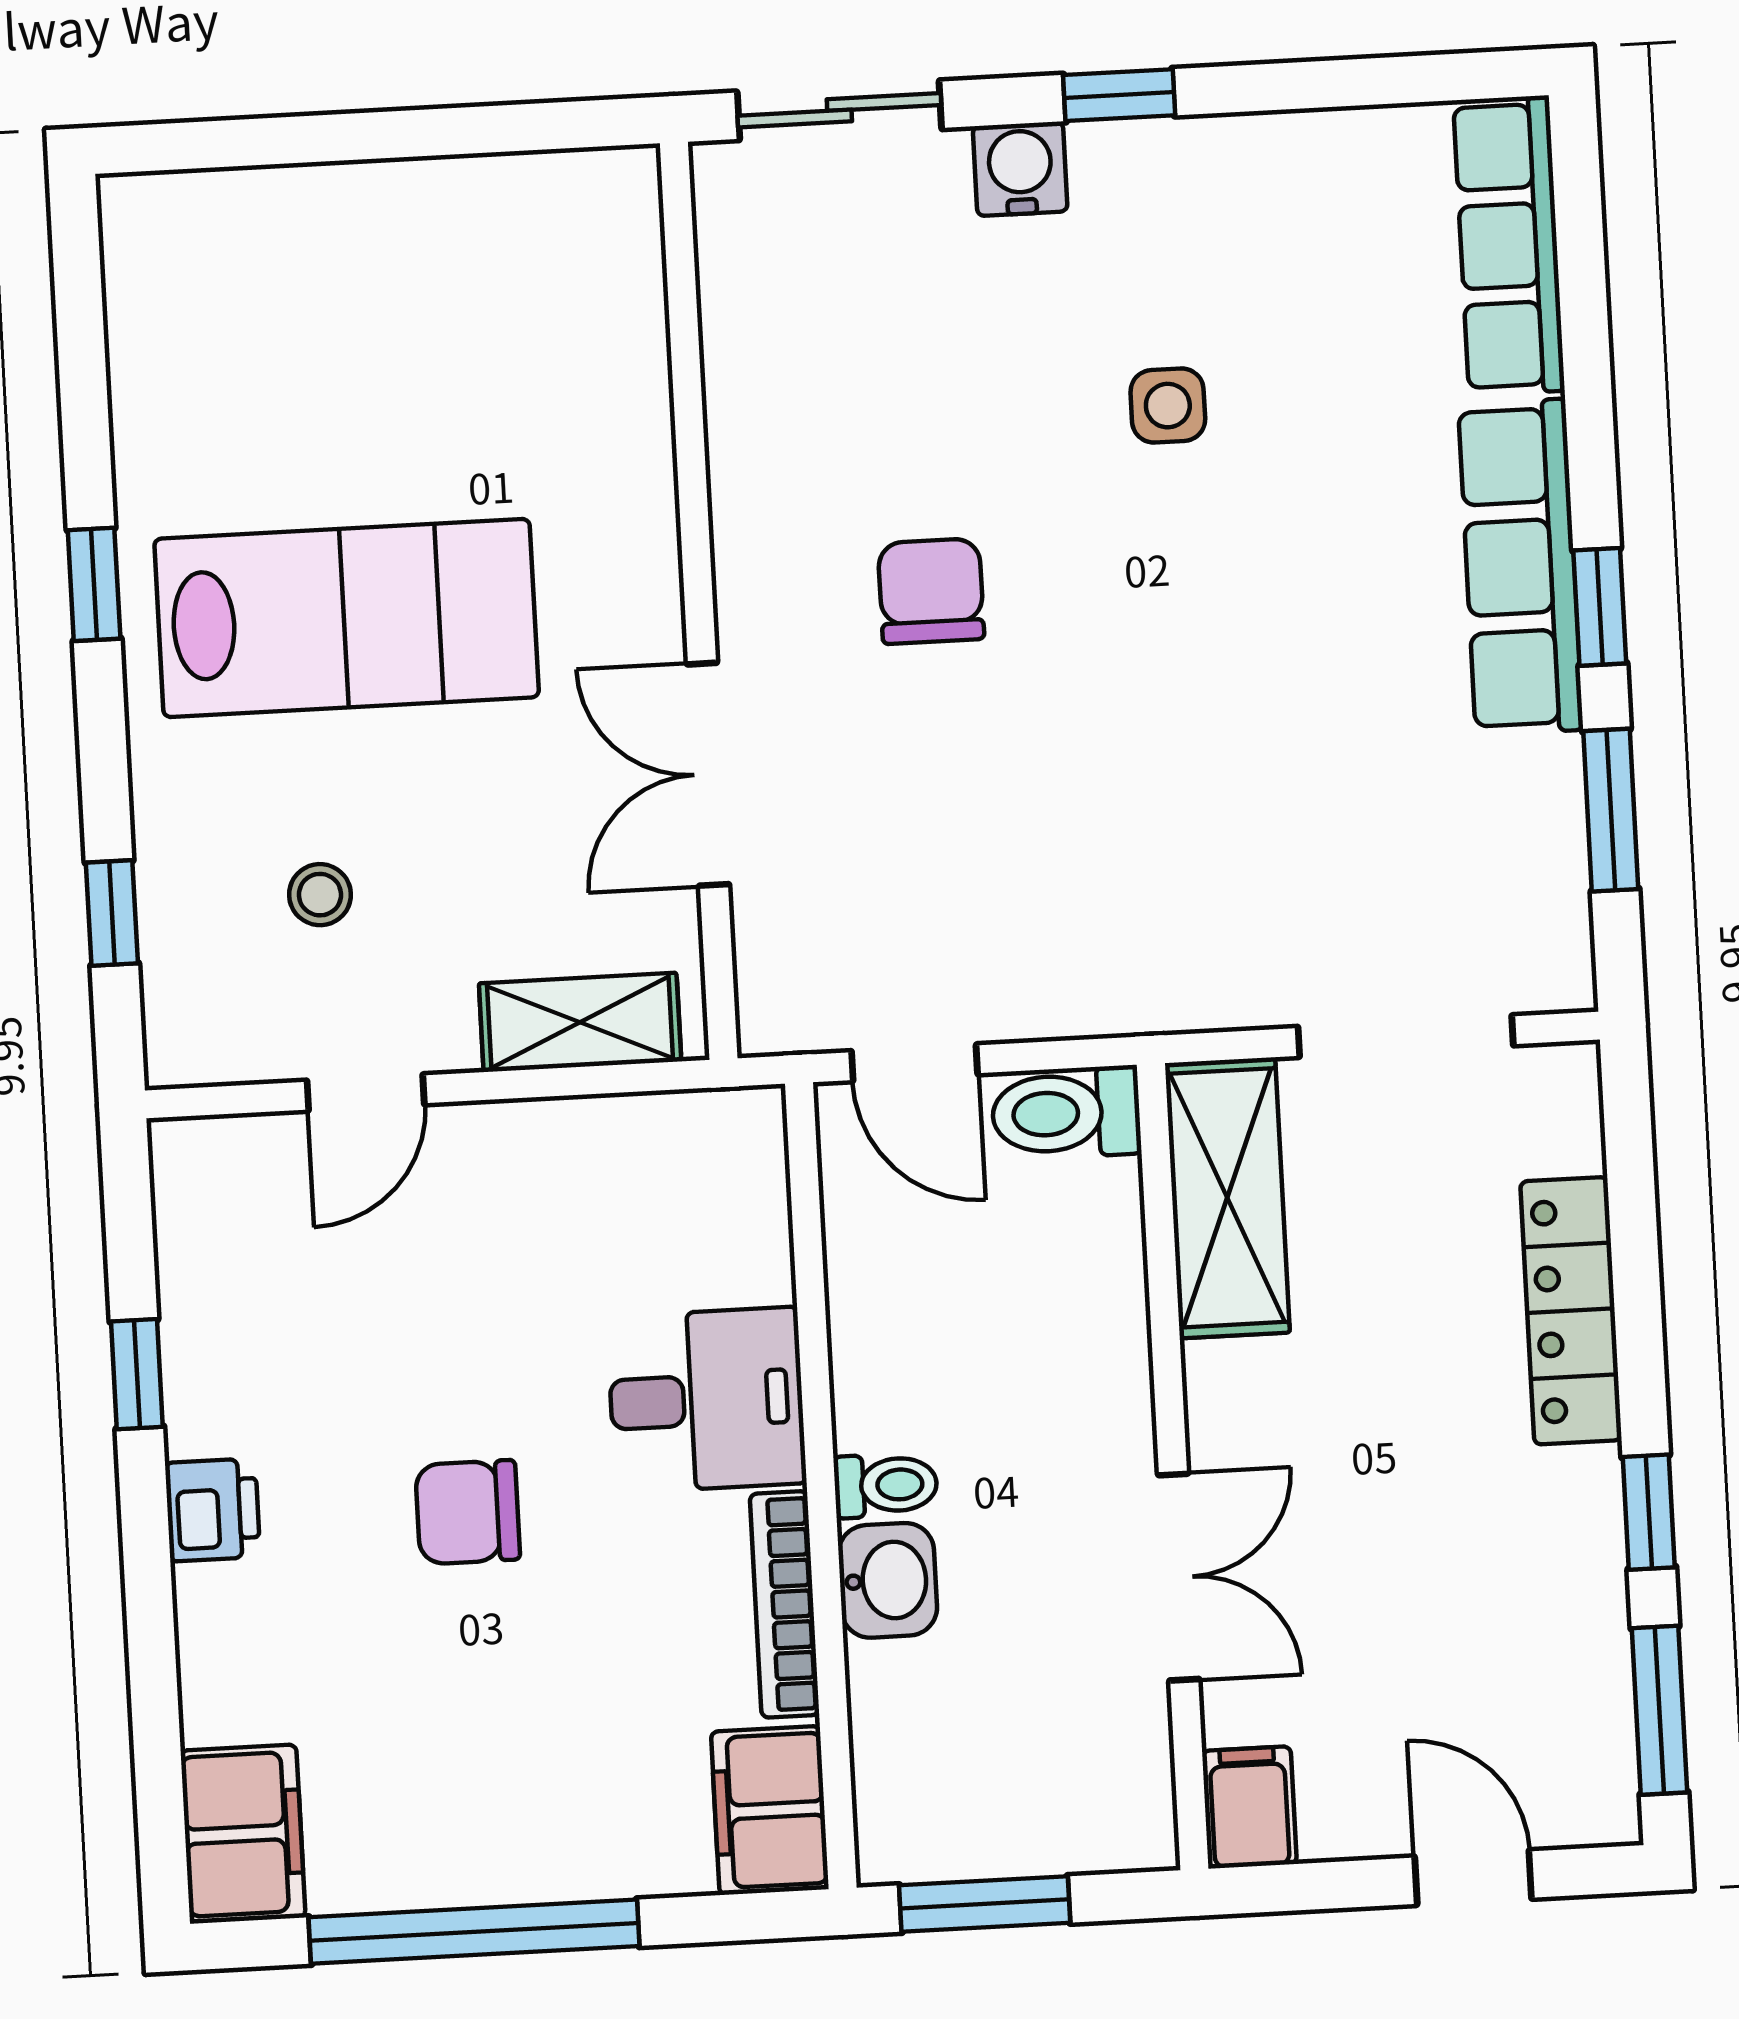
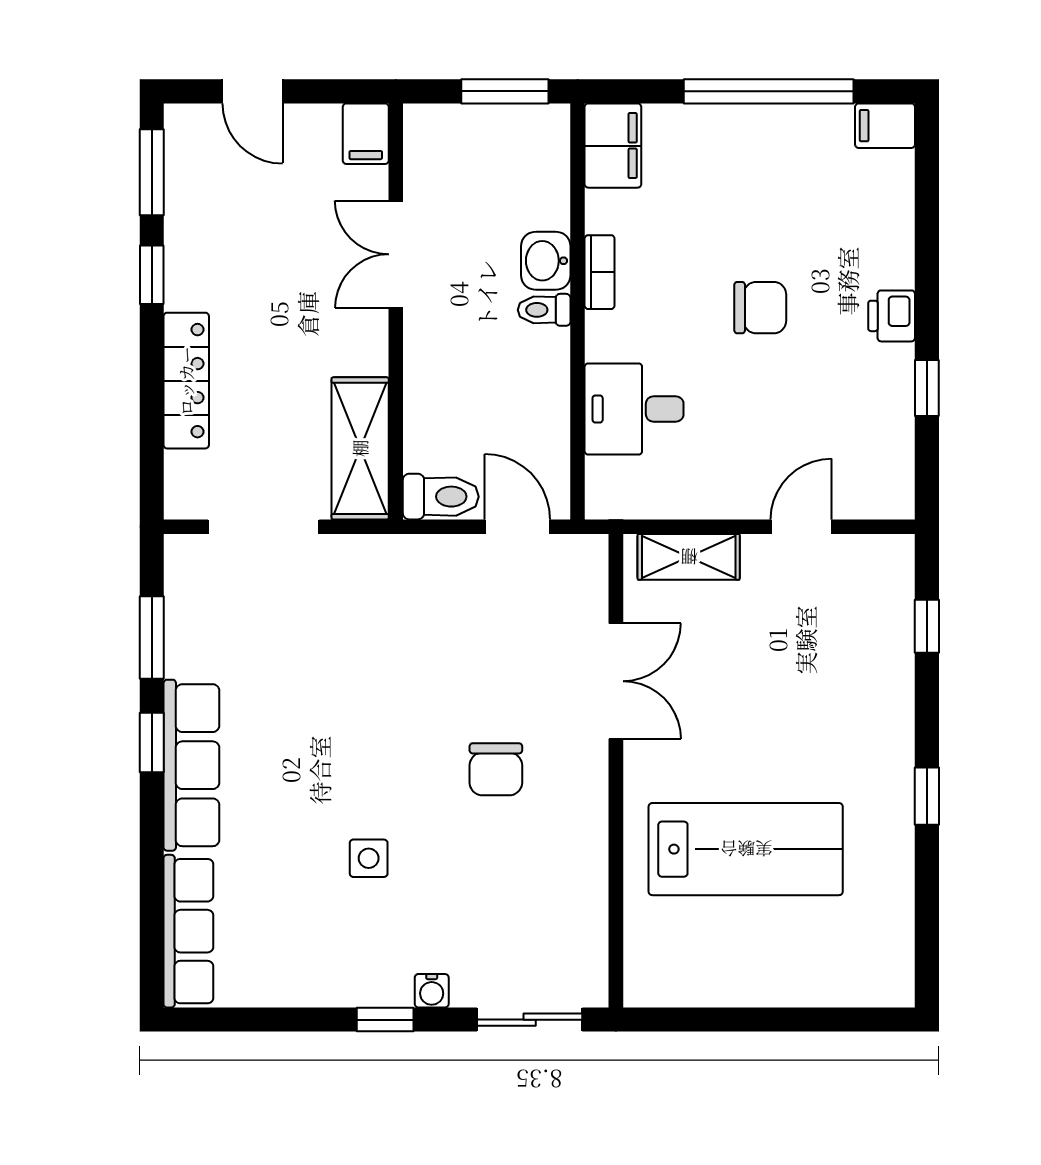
water cooler: (1020, 169) -> (432, 991), width x0.72, depth x0.72
lab bench: (347, 618) -> (746, 849), moved, turned 180
stool: (320, 895) -> (819, 630), removed
desk: (707, 1400) -> (634, 409), moved
bookcase: (785, 1604) -> (600, 272), width x0.64
filing cabinet: (243, 1834) -> (885, 126), width x0.50

